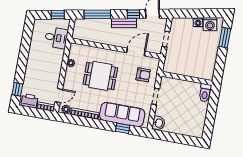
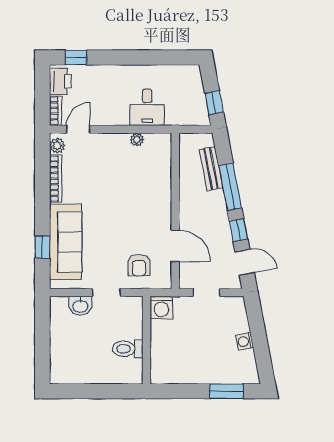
window: (97, 14) -> (230, 187), moved
bench: (124, 23) -> (211, 169), moved
washing machine: (210, 24) -> (161, 307), moved, turned -79
desk: (56, 38) -> (147, 107), moved
dining table: (100, 76) -> (124, 193), removed
toilet: (205, 93) -> (128, 349), moved
door: (59, 95) -> (78, 129), swing flipped
washbasin: (159, 123) -> (80, 306), moved

